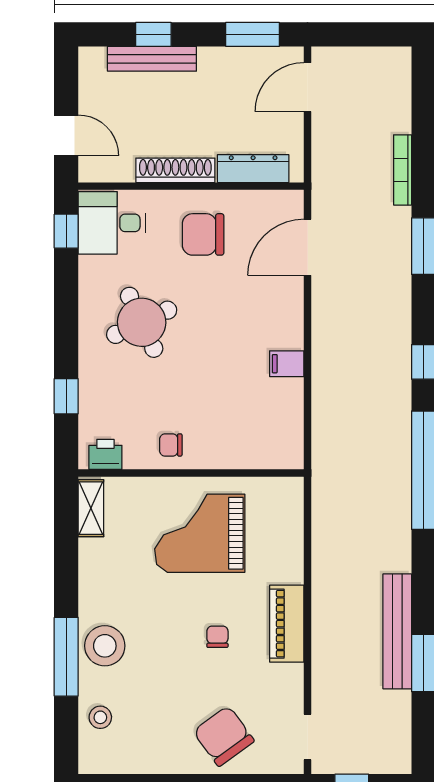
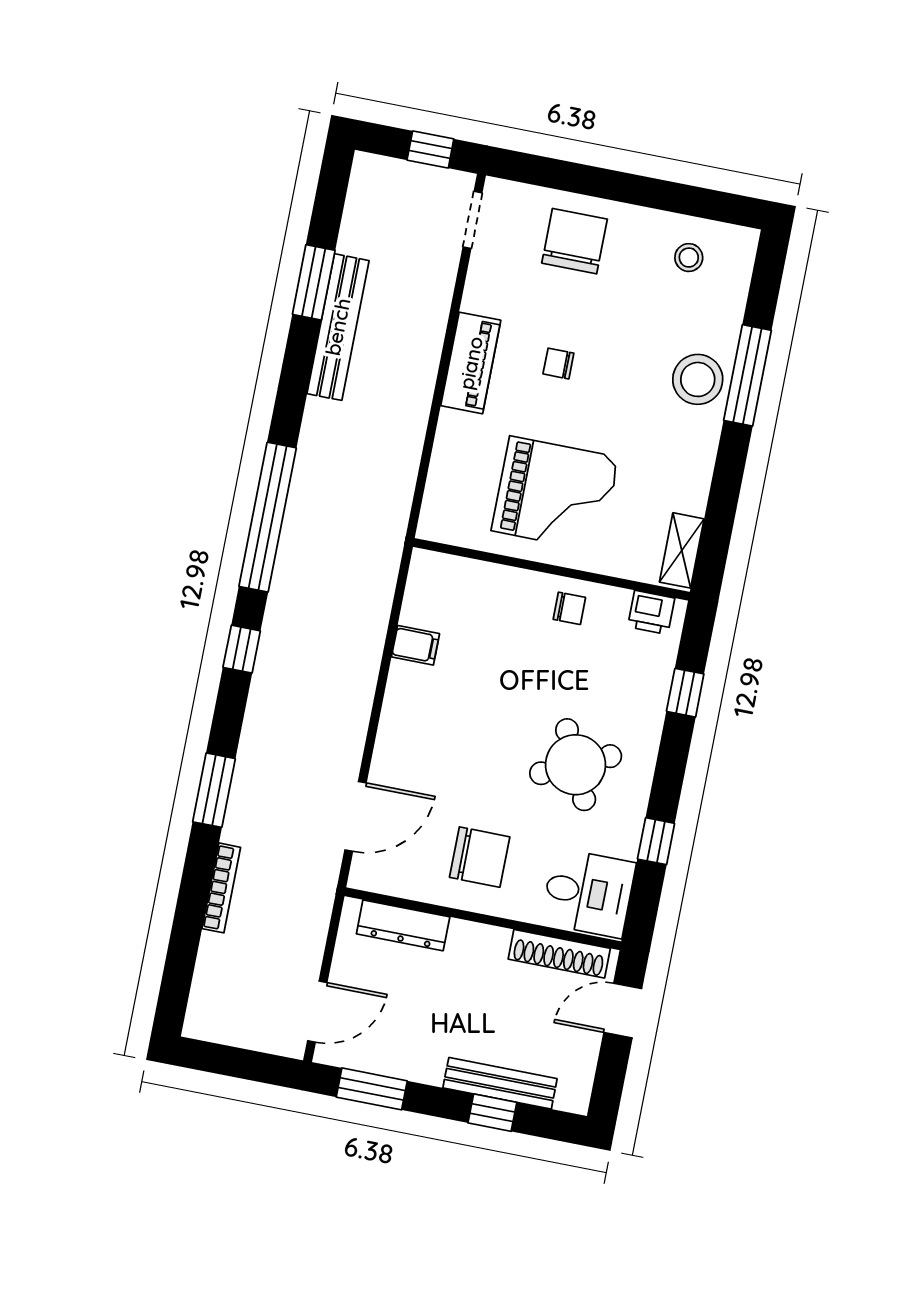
door: (66, 135) -> (623, 1011), hinge flipped
shoe rack: (175, 170) -> (559, 954), moved
window: (66, 231) -> (656, 841), moved
filing cabinet: (287, 364) -> (415, 645), moved
chair: (217, 637) -> (558, 364), turned 90
stool: (100, 717) -> (689, 258), moved
chair: (224, 736) -> (575, 241), turned -144

